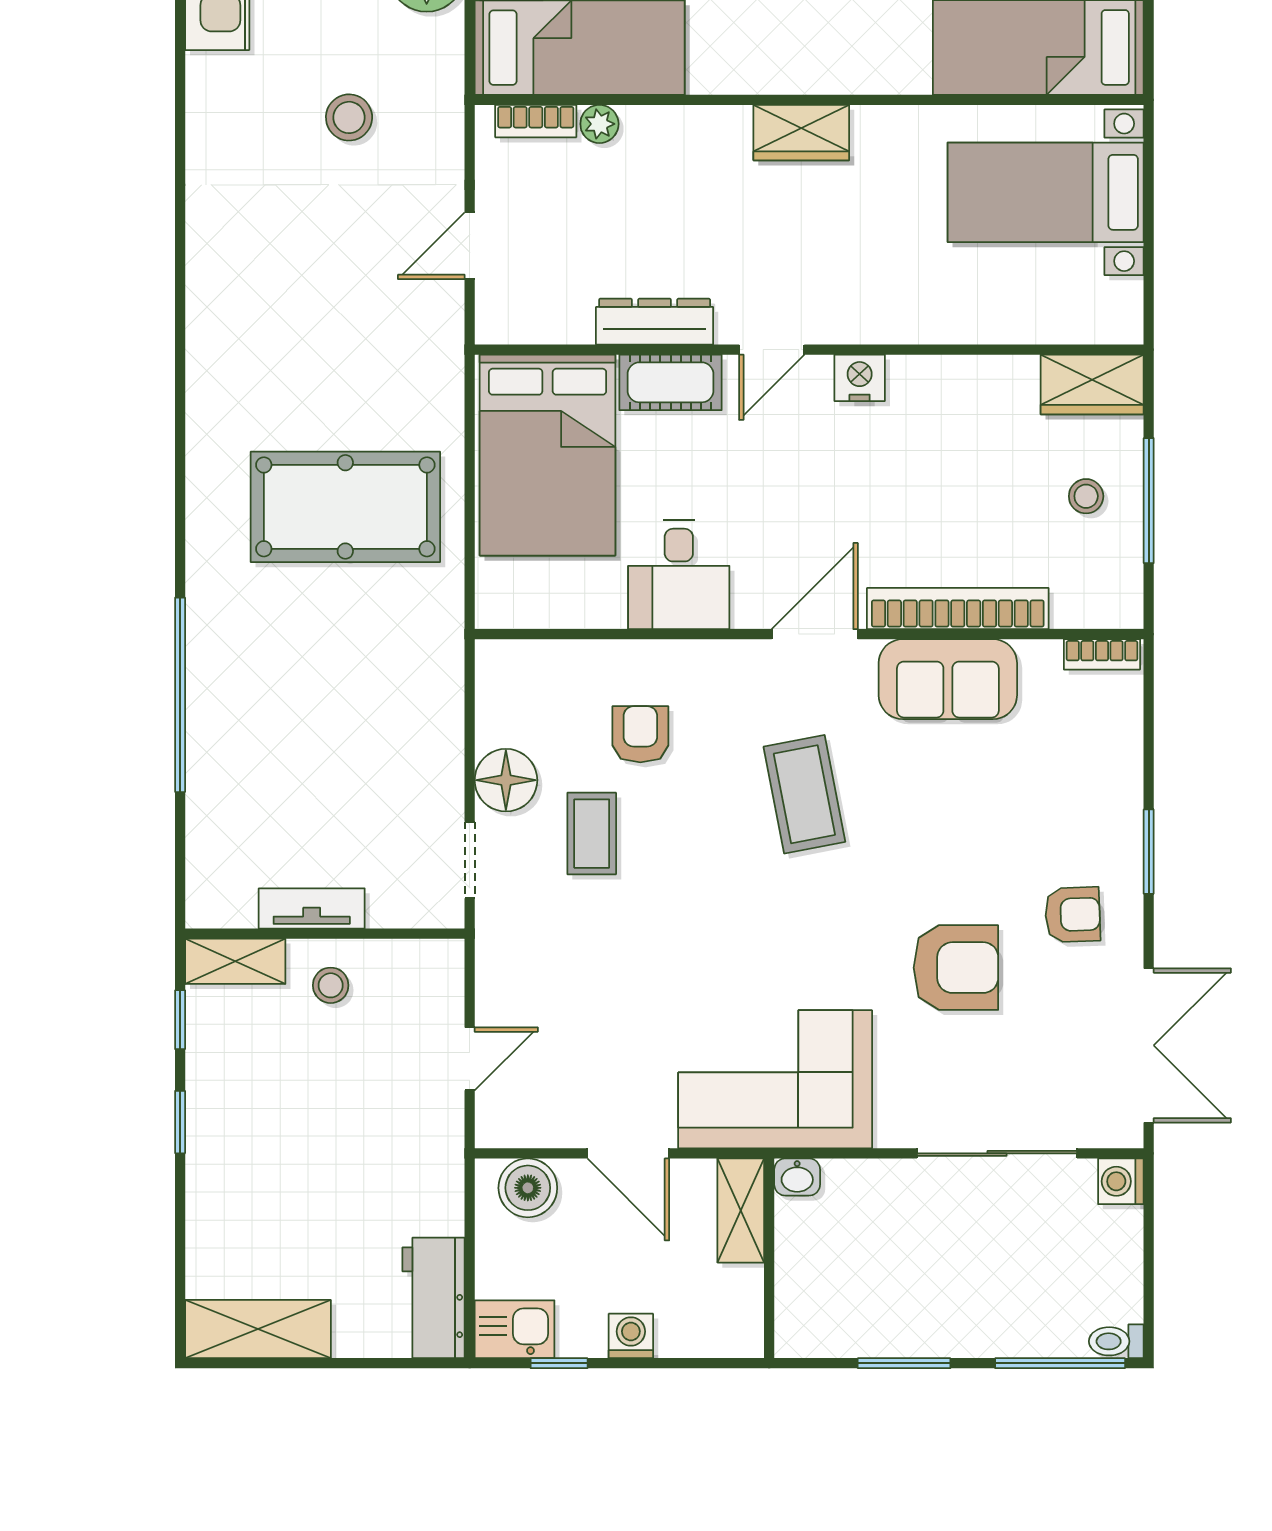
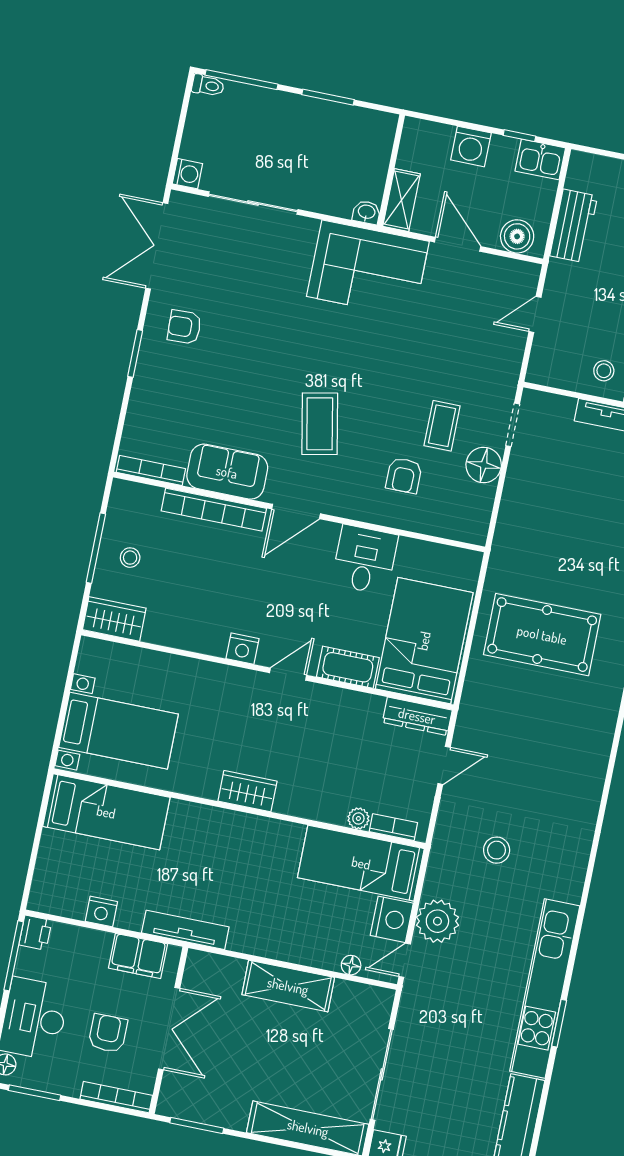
dresser: (655, 322) -> (417, 716), moved
bookcase: (1102, 654) -> (151, 470), width x1.56
armchair: (956, 968) -> (255, 311), removed
workbench: (434, 1298) -> (574, 226), moved
washing machine: (631, 1336) -> (471, 146), width x1.38, depth x1.38

